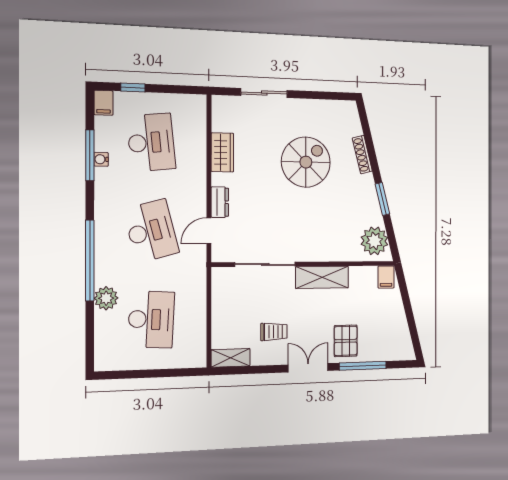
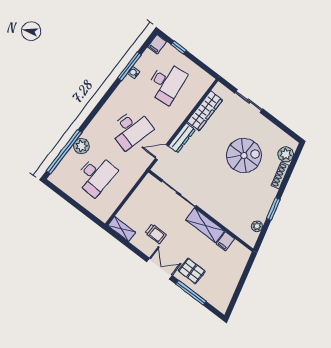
plant: (351, 125) -> (286, 154), added
wardrobe: (222, 152) -> (205, 111), width x1.50
dresser: (220, 202) -> (182, 138), width x1.44
desk: (151, 231) -> (131, 129), turned 30
plant: (374, 241) -> (257, 226), width x0.53, depth x0.53
window: (90, 261) -> (64, 152), moved
filing cabinet: (386, 277) -> (226, 241), moved
pallet: (346, 341) -> (192, 271), turned 90

